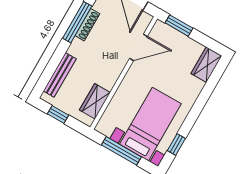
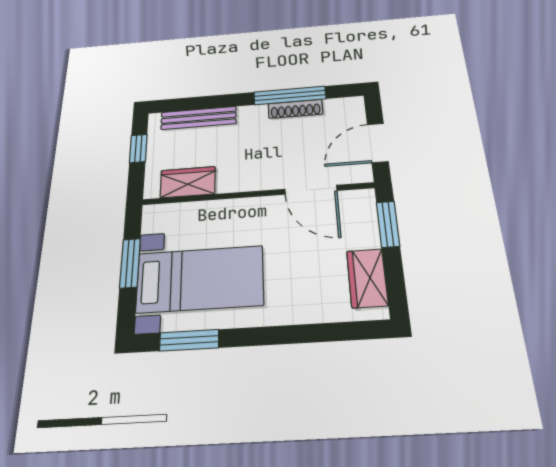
wardrobe: (206, 65) -> (367, 278), moved, turned -90
window: (176, 145) -> (189, 340), width x1.50
window: (121, 151) -> (130, 263), width x0.69

